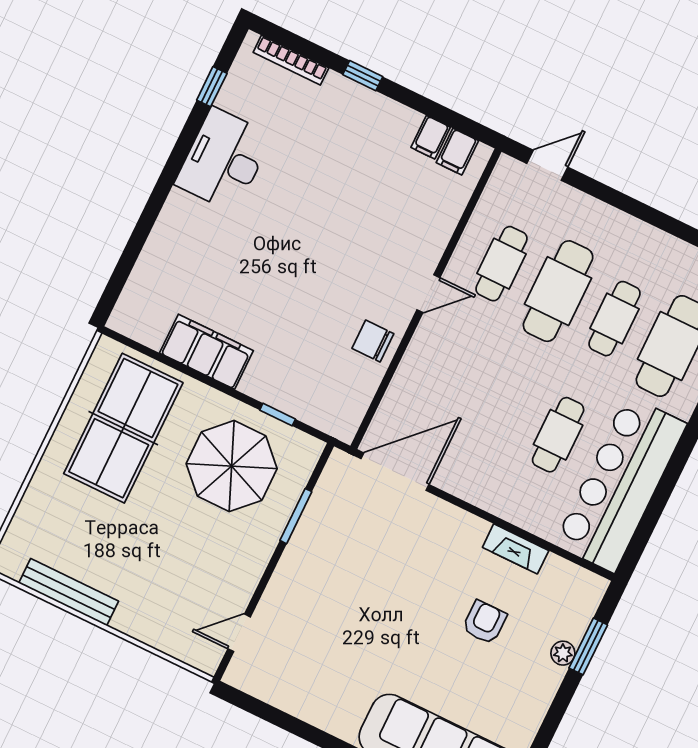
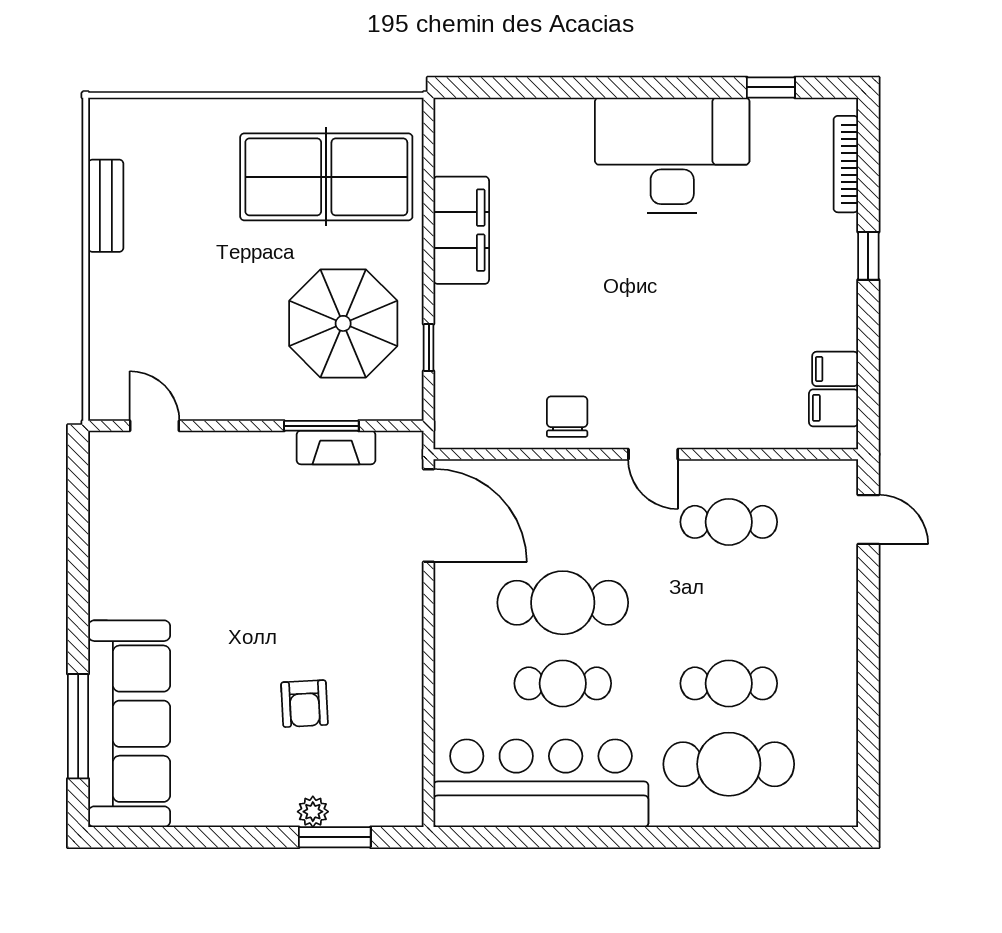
desk: (224, 160) -> (672, 155), width x1.36, depth x1.30
cafe table: (558, 291) -> (563, 603), moved
fireplace: (516, 549) -> (336, 447), moved, turned -90
bench: (69, 592) -> (106, 206), width x0.73
armchair: (484, 622) -> (304, 704), turned 87

